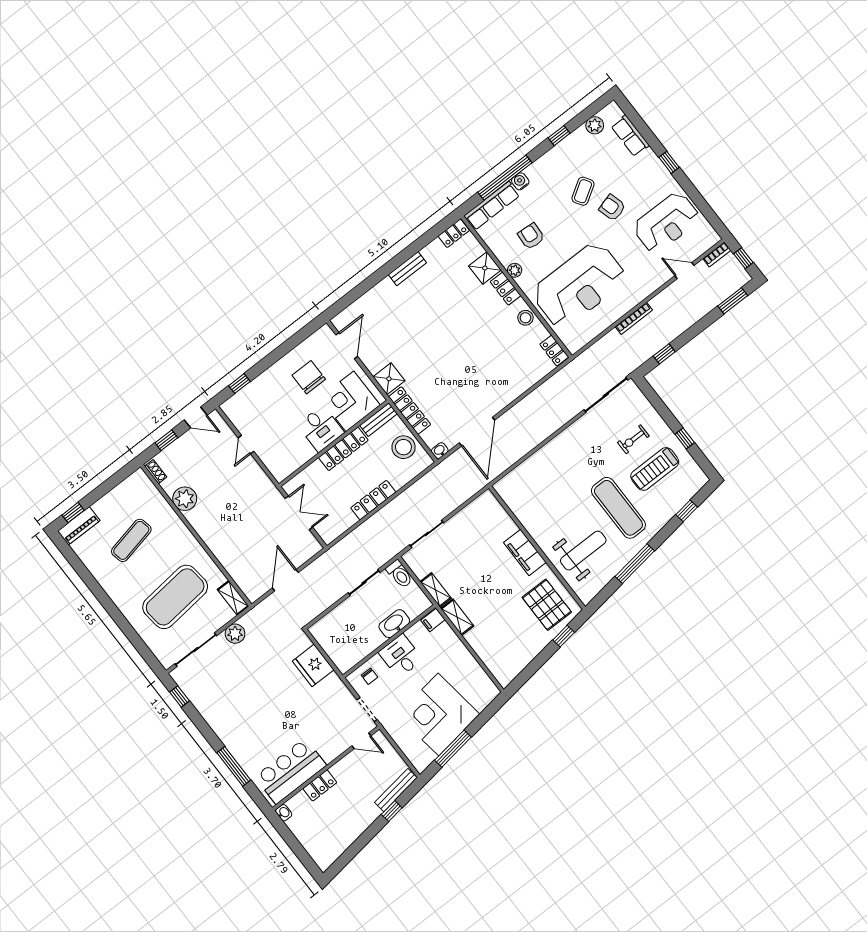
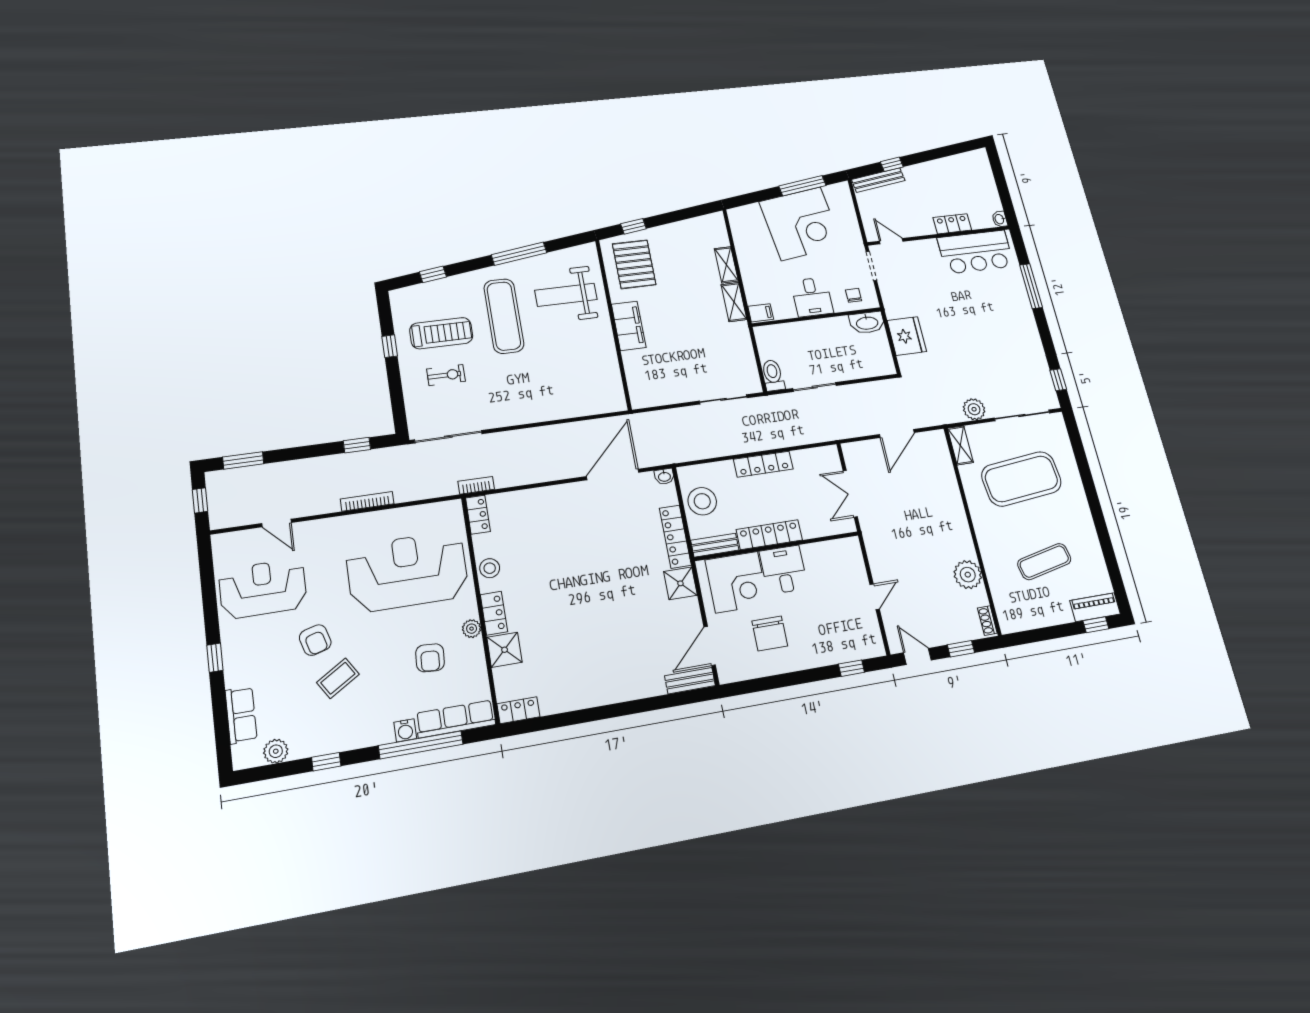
bookcase: (717, 254) -> (476, 485), moved
bench: (407, 269) -> (690, 681), moved
shelving: (436, 590) -> (726, 265), moved
washbasin: (394, 624) -> (867, 323), moved

